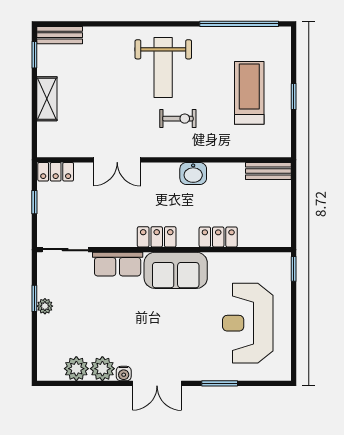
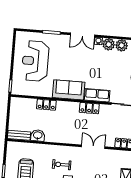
washbasin: (193, 173) -> (38, 135), moved
locker: (157, 237) -> (89, 108), moved
reception desk: (248, 323) -> (35, 61), turned 180
double door: (157, 383) -> (82, 35), swing flipped

